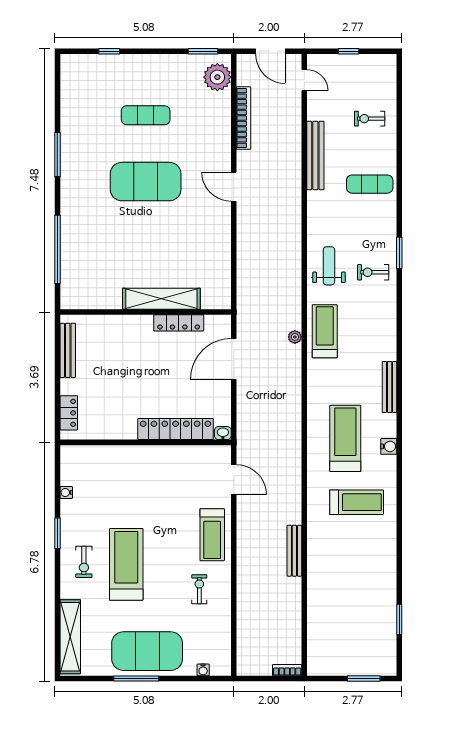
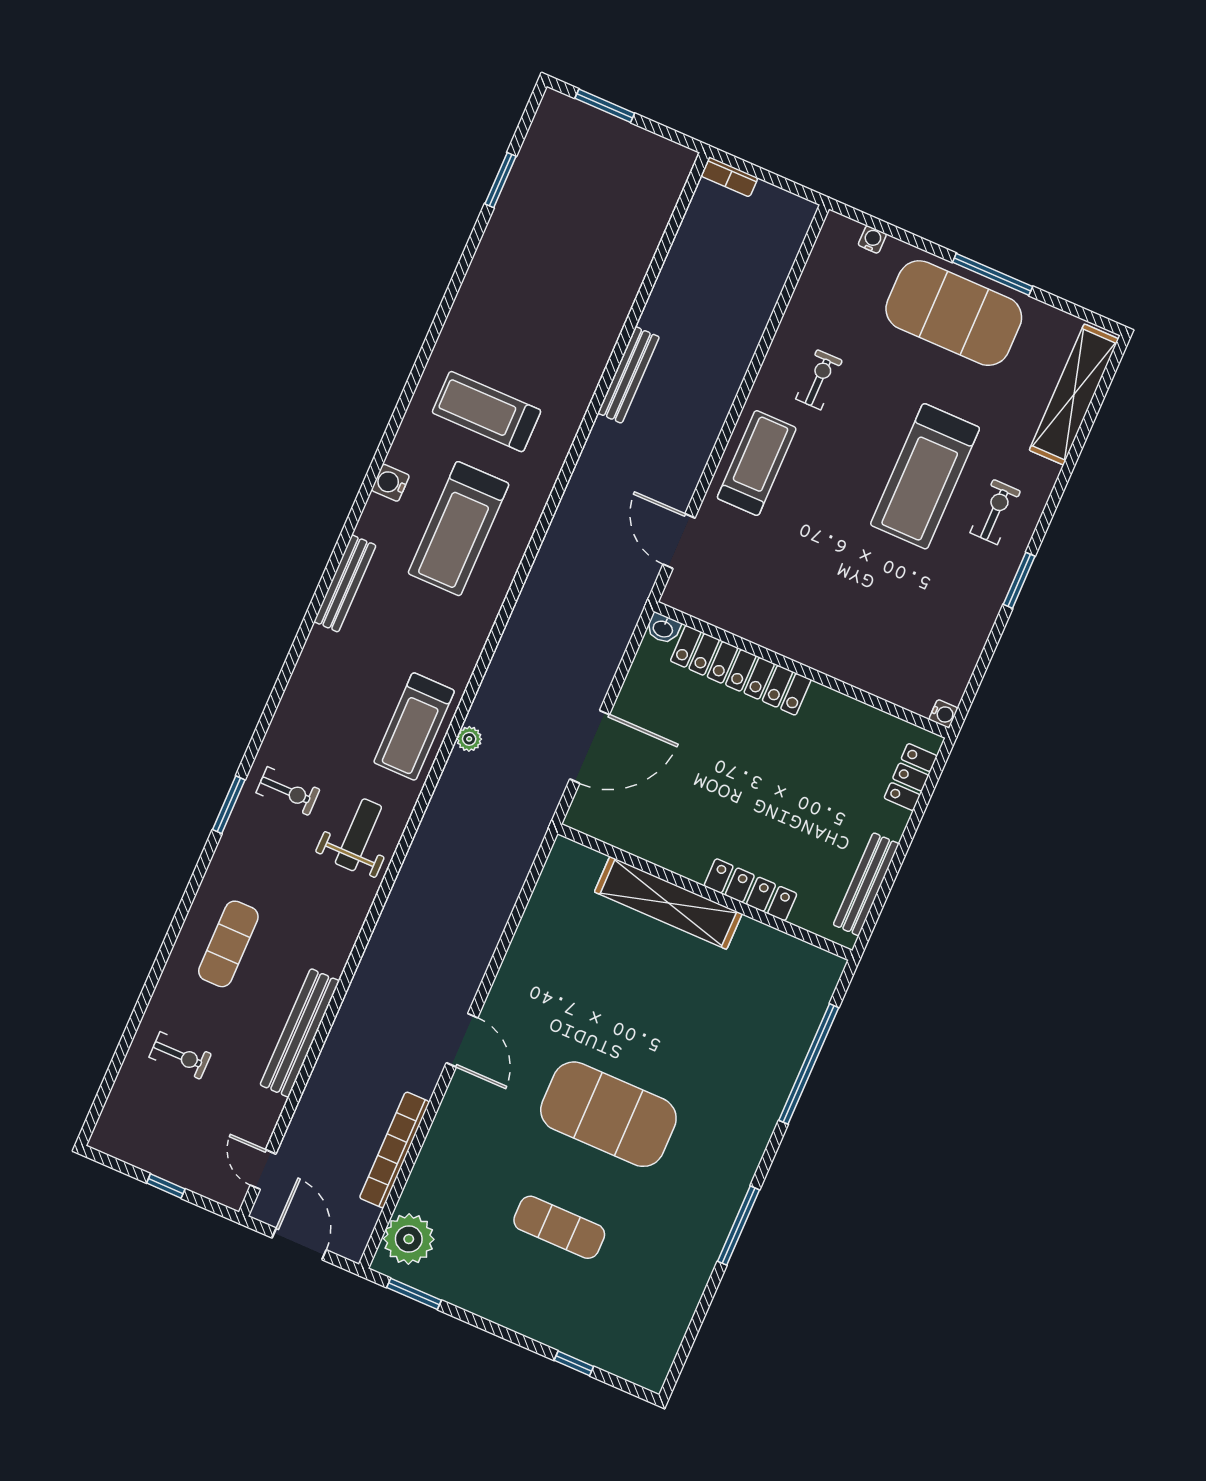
exercise mat: (370, 184) -> (228, 944), turned 90
weight bench: (329, 266) -> (358, 835), turned 180
locker: (179, 323) -> (750, 890), moved
water cooler: (66, 492) -> (943, 714), moved
exercise bike: (199, 589) -> (819, 380), turned 180

